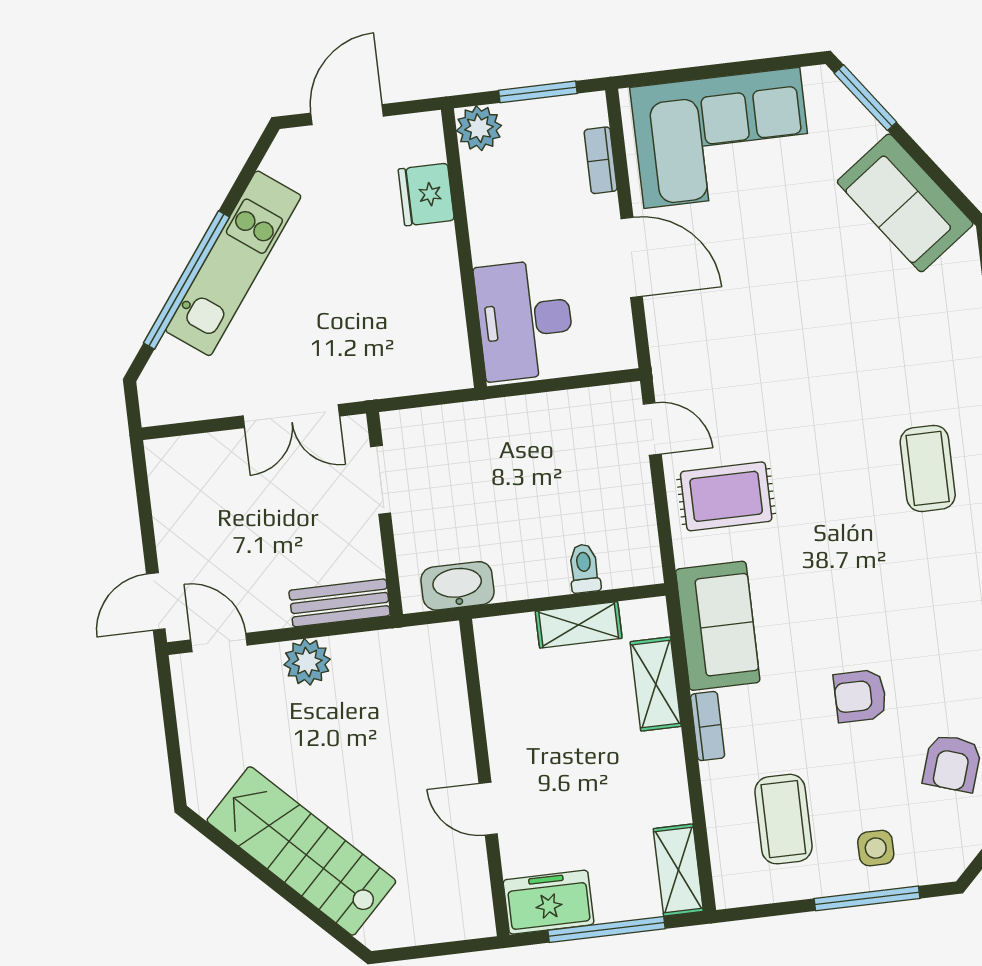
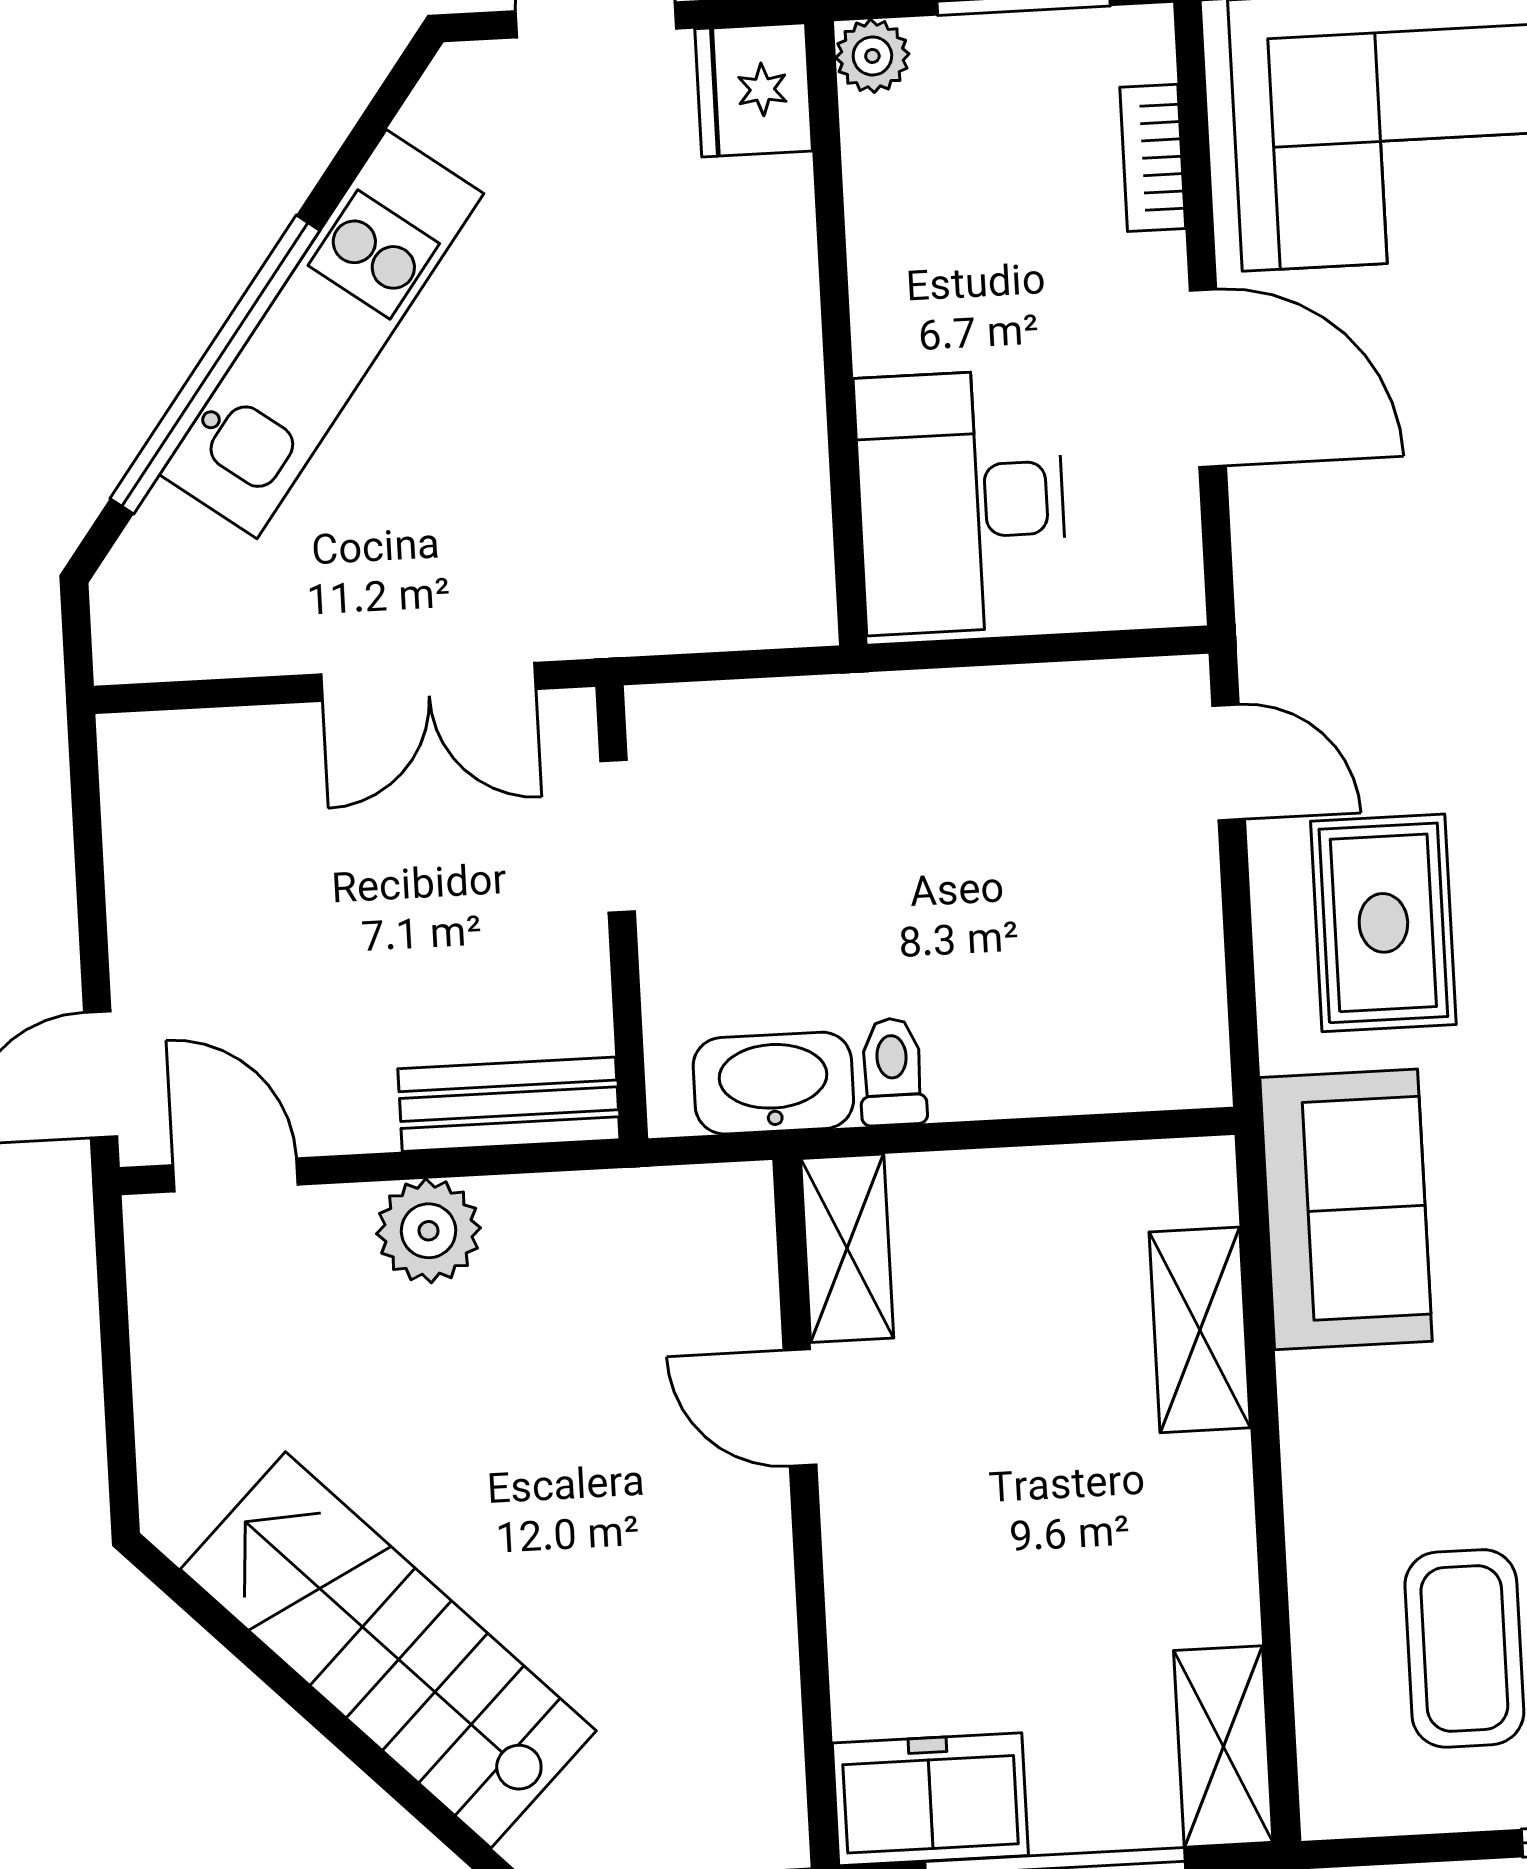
plant: (479, 128) -> (872, 56), width x0.73, depth x0.73
fridge: (426, 195) -> (754, 90), moved
rug: (726, 496) -> (1383, 923), turned 90
toilet: (584, 568) -> (892, 1072), moved
shelving: (579, 625) -> (847, 1248), moved, turned 90
bookcase: (708, 726) -> (1309, 1431), removed
door: (488, 809) -> (800, 1408), moved

